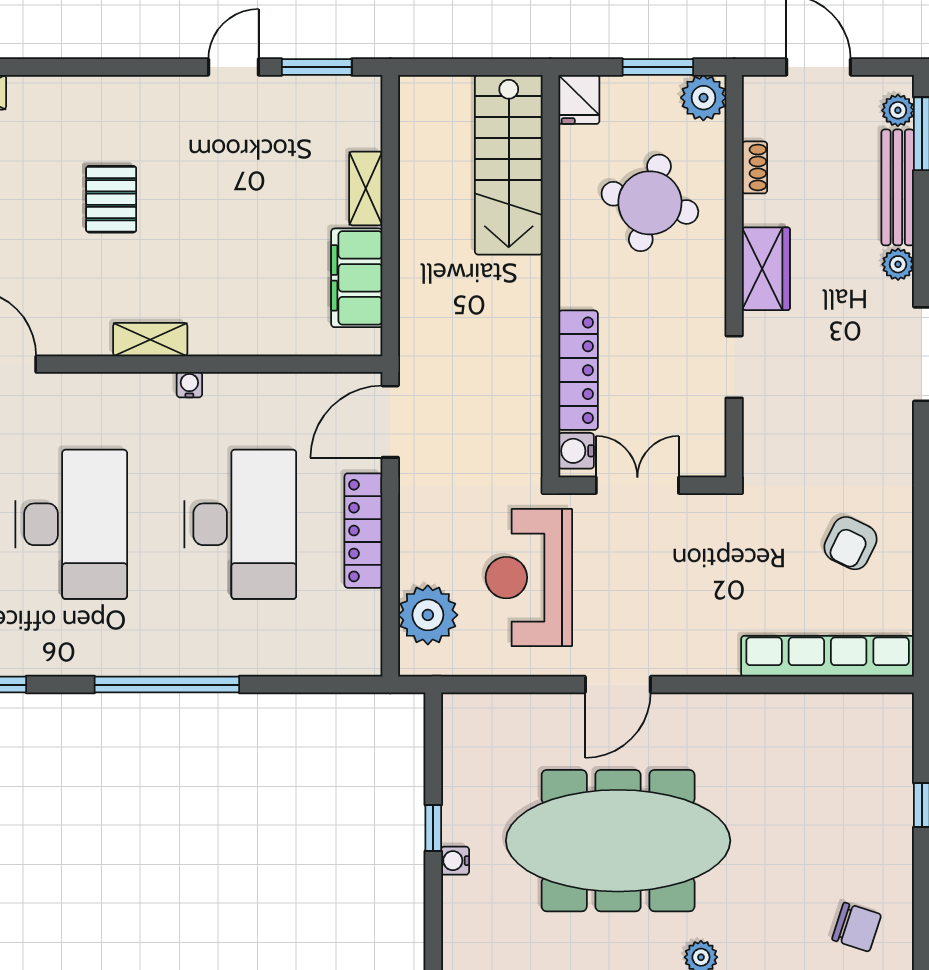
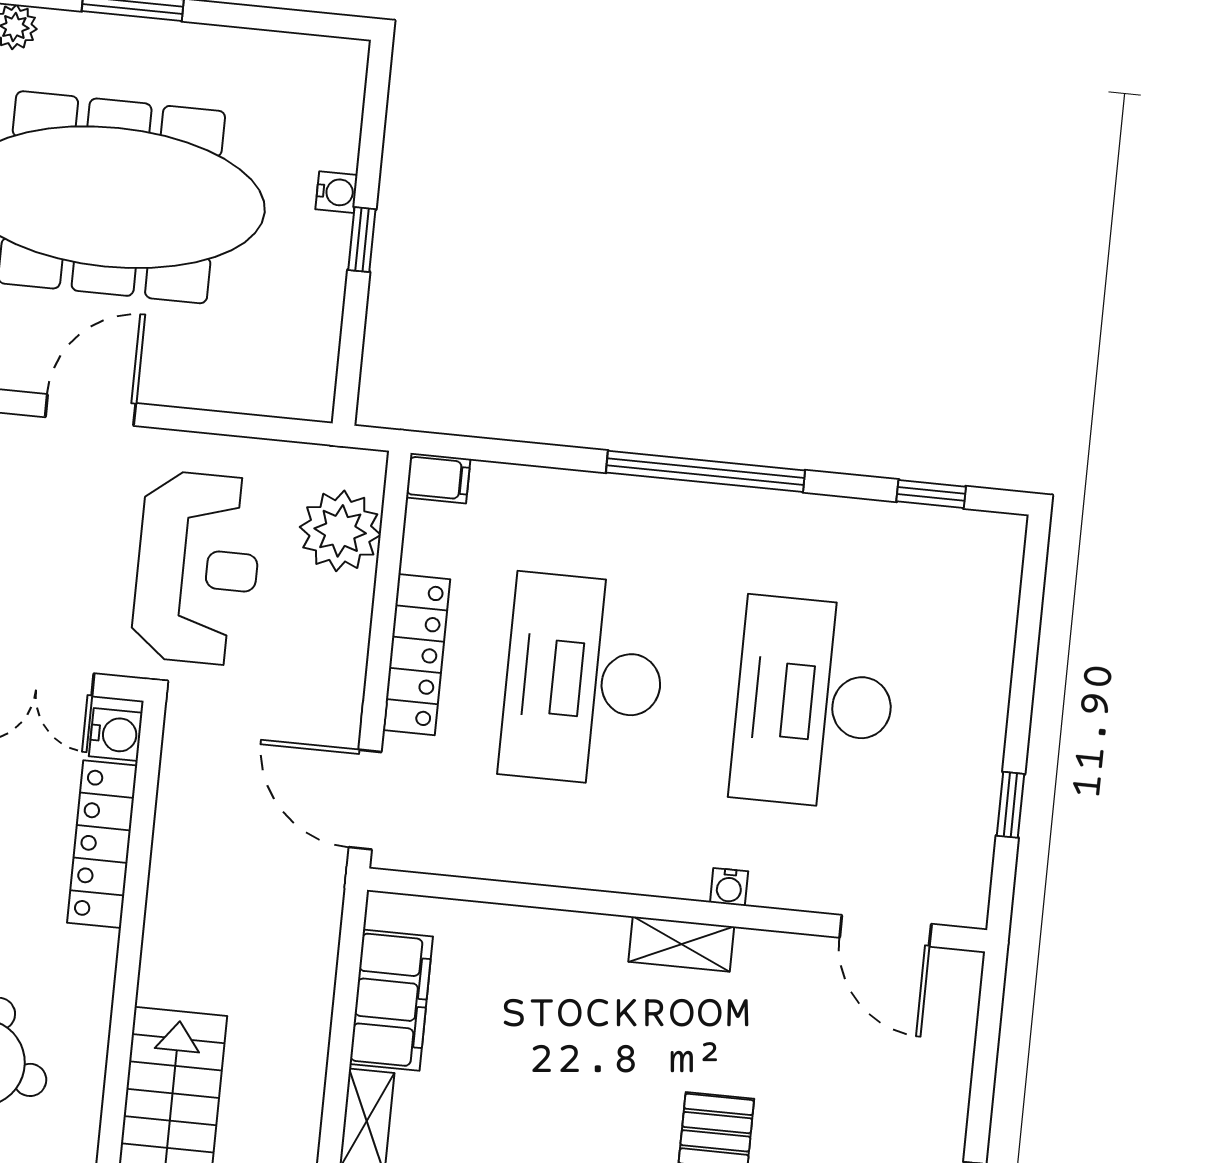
water cooler: (189, 385) -> (729, 887), moved
door: (390, 422) -> (365, 800), swing flipped
filing cabinet: (360, 660) -> (438, 478), added

